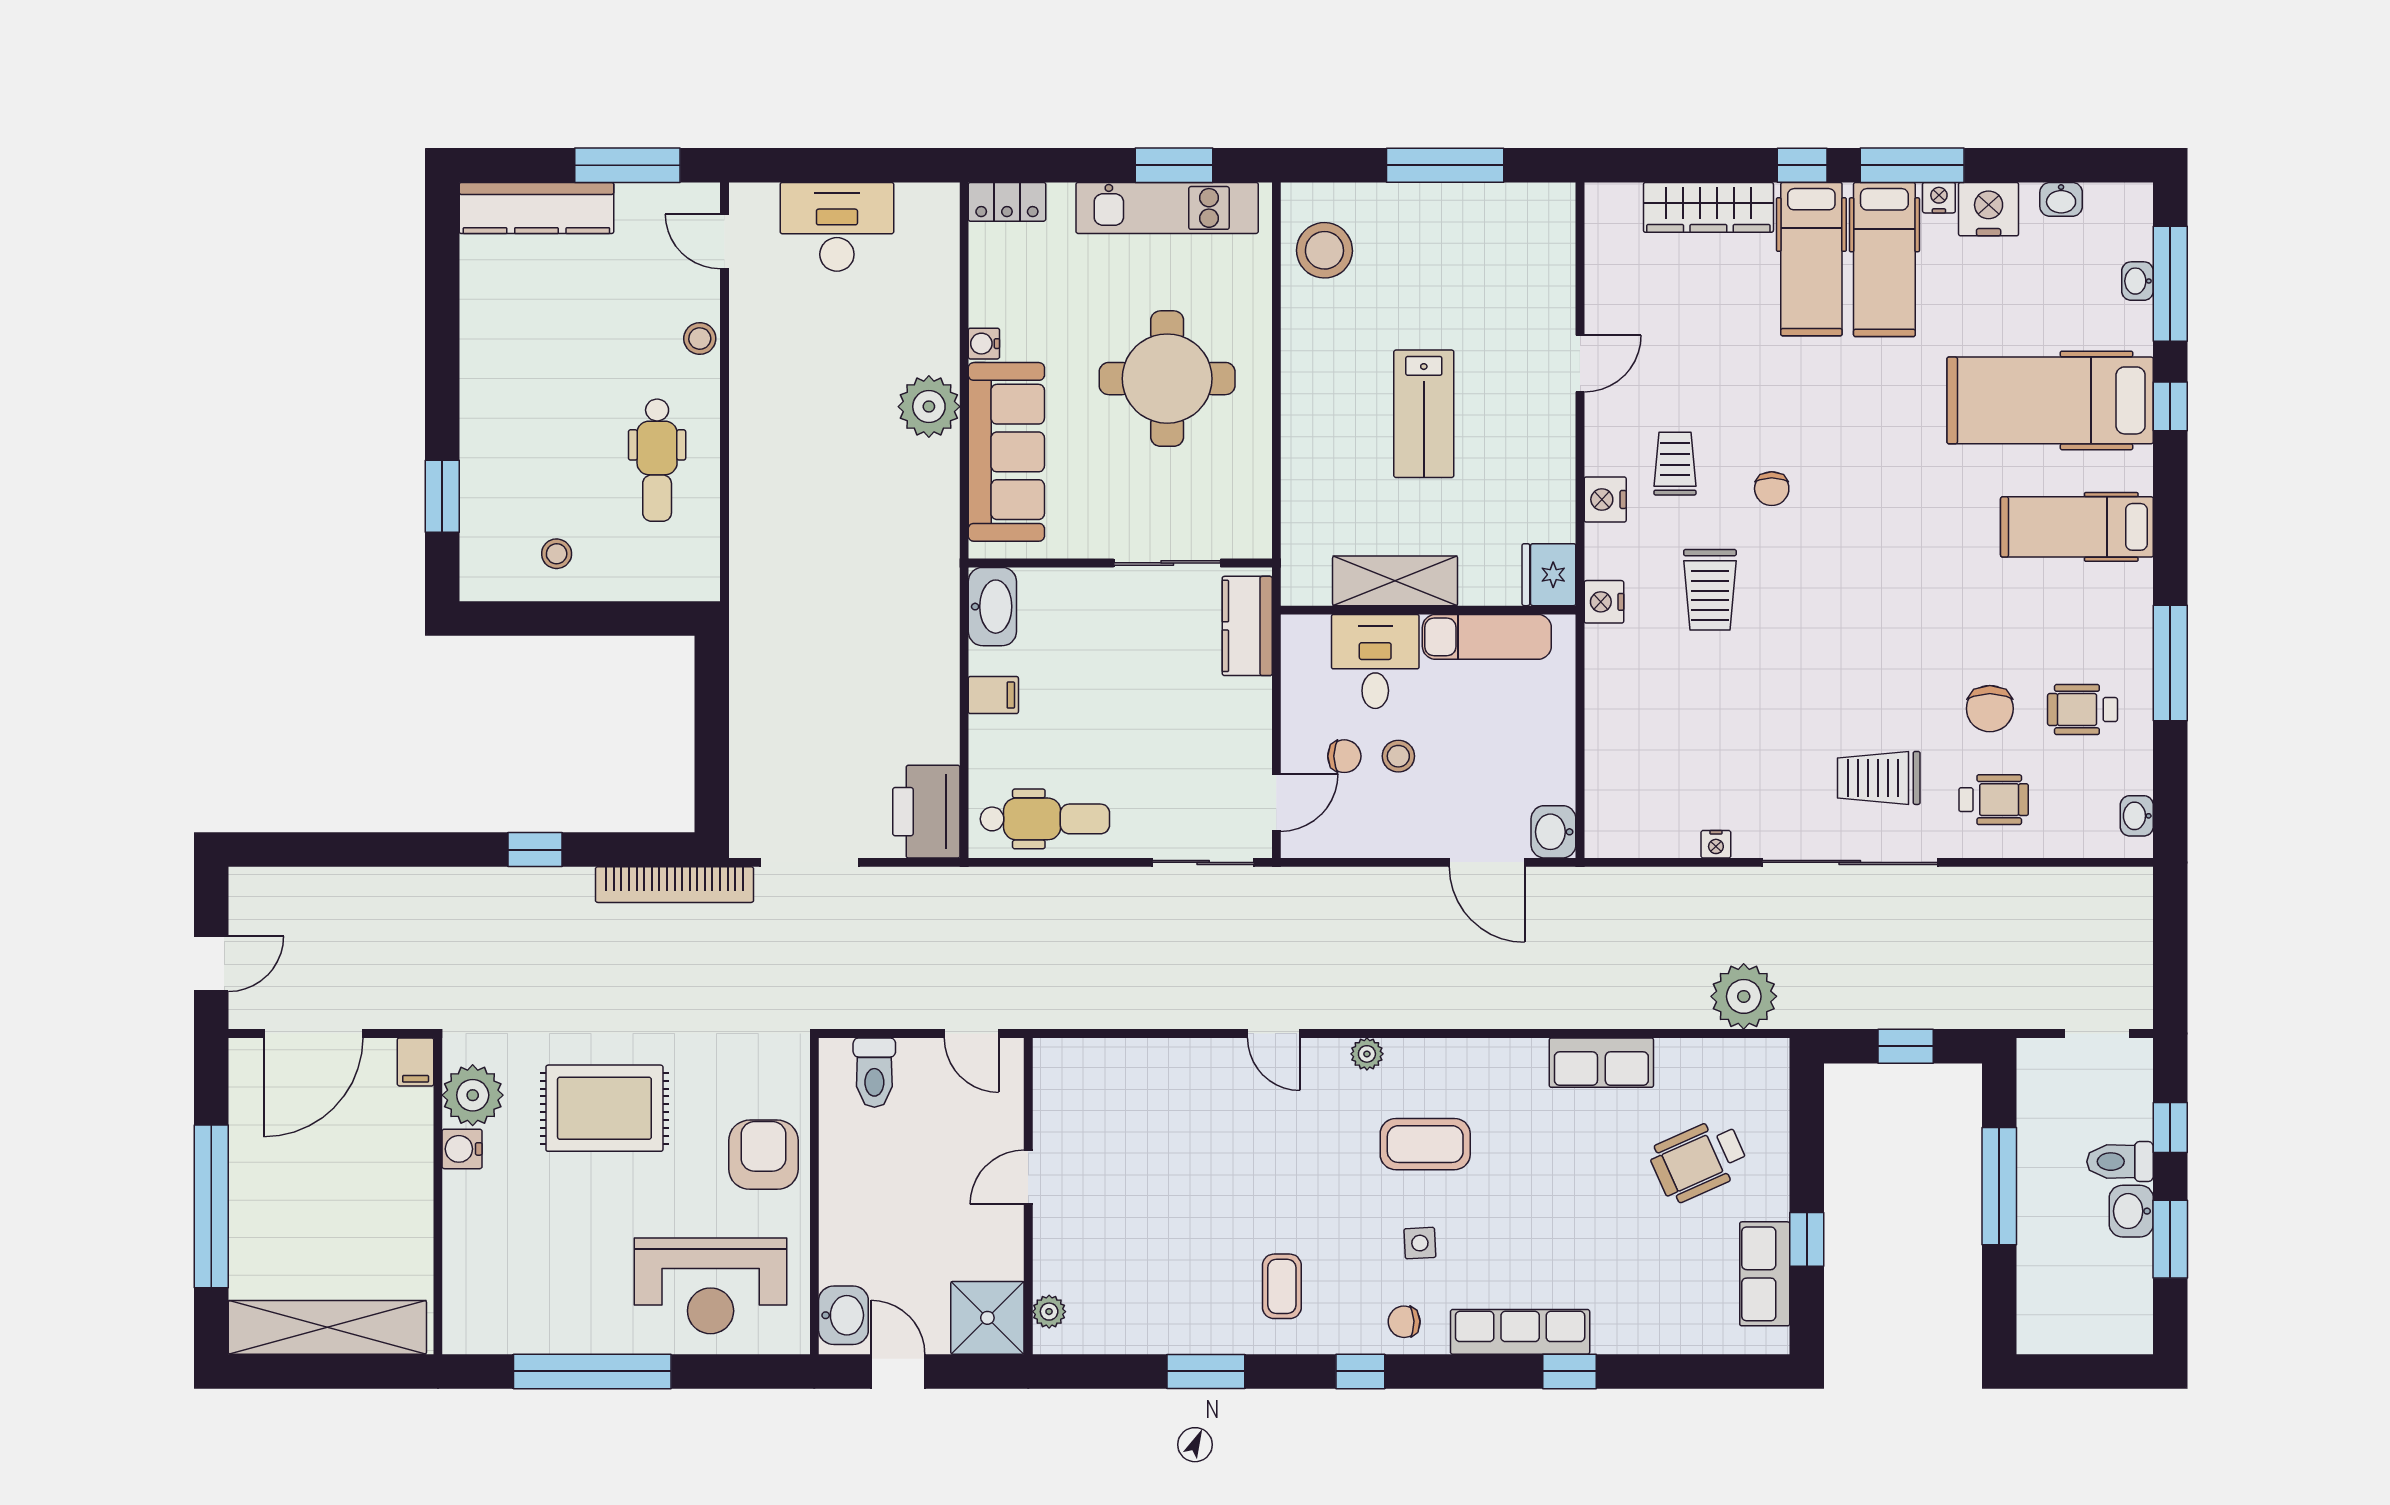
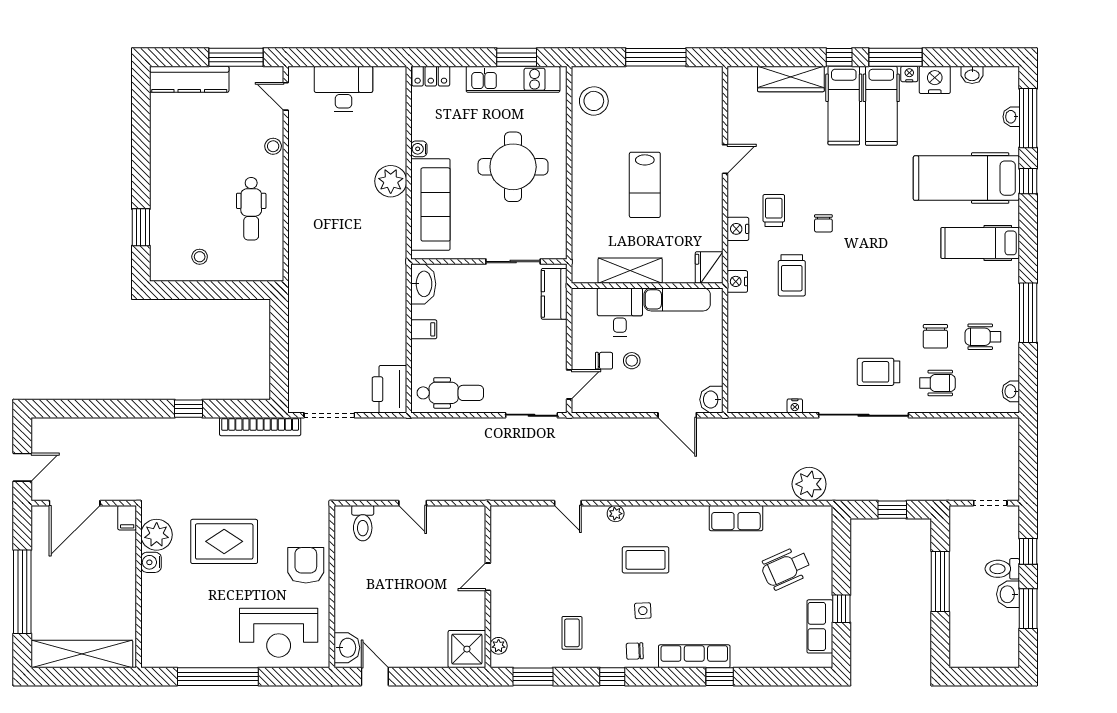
door: (1028, 1177) -> (488, 577), moved
wall: (1028, 1196) -> (488, 587), moved
plant: (1049, 1312) -> (499, 646), moved
shower: (987, 1318) -> (467, 649), moved

